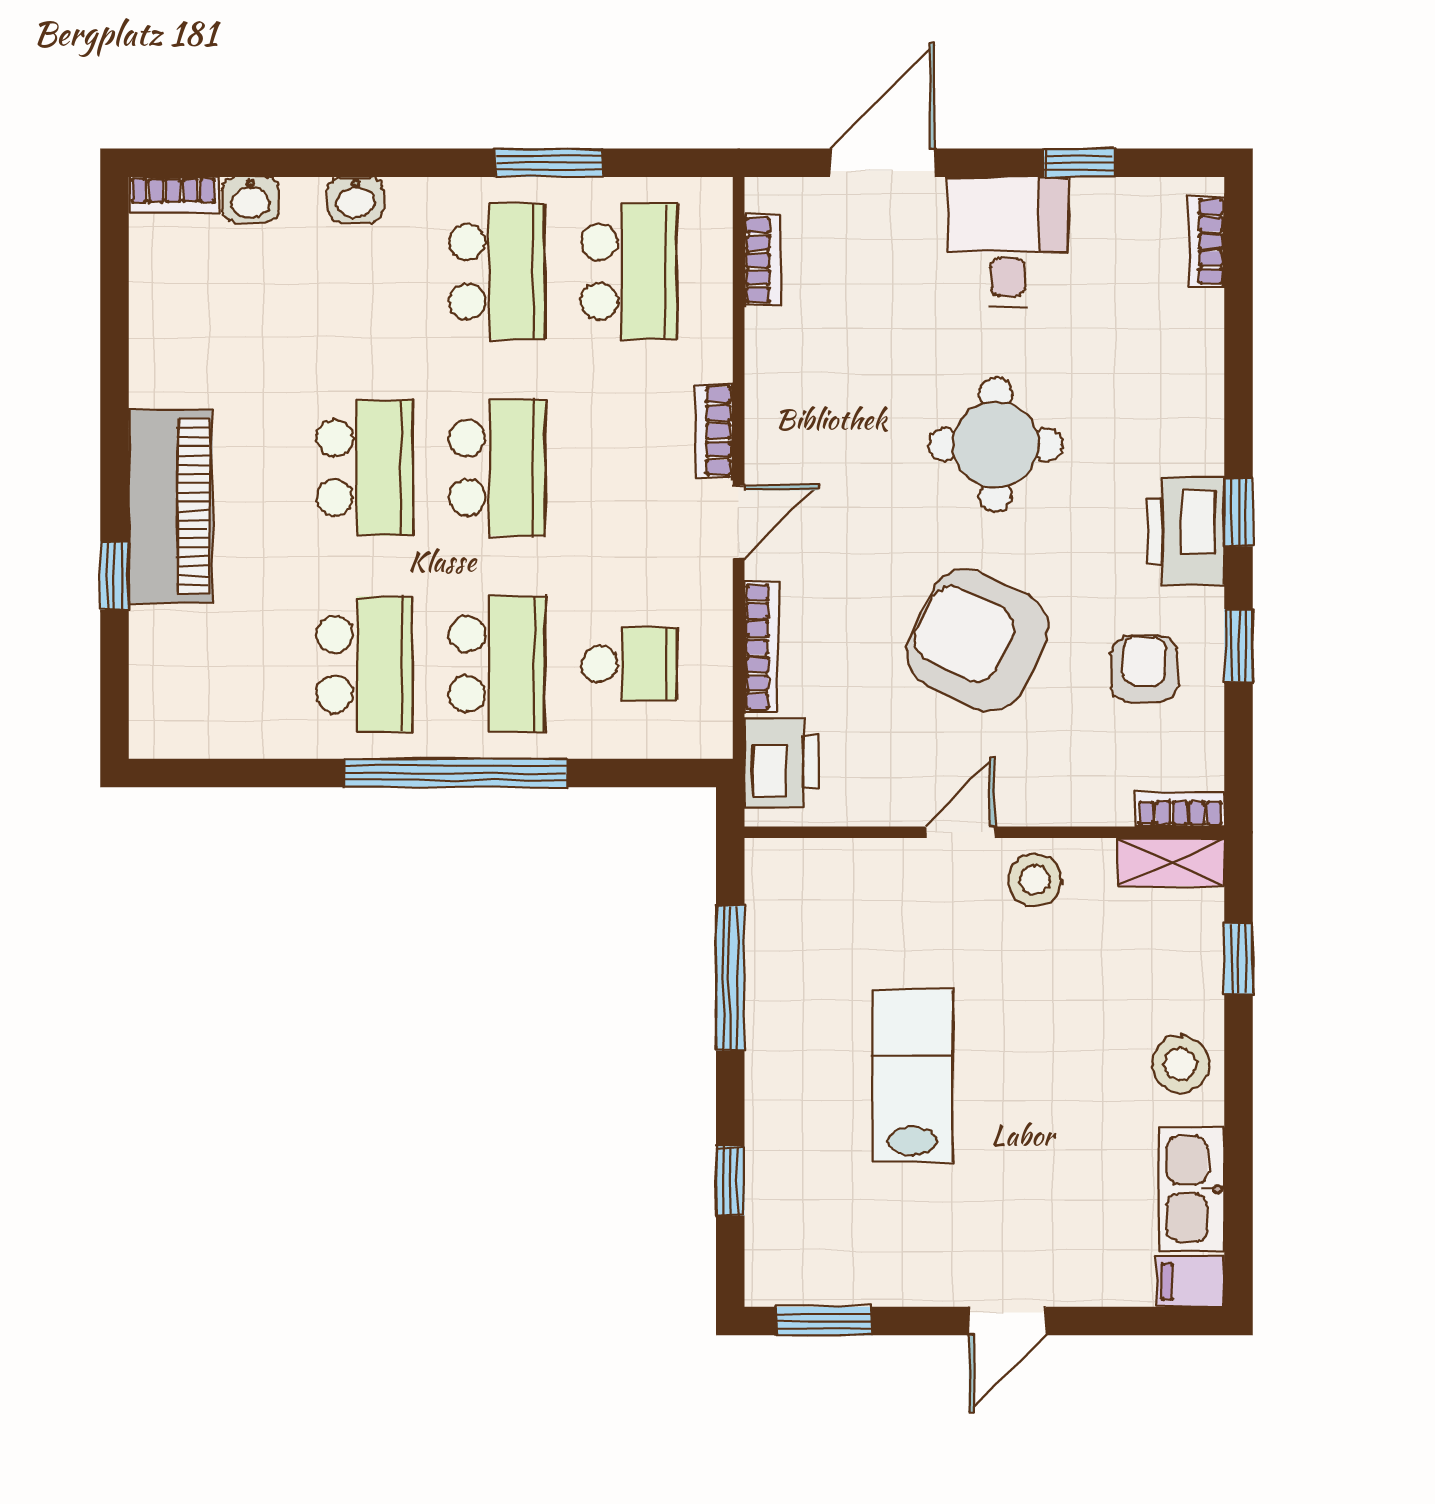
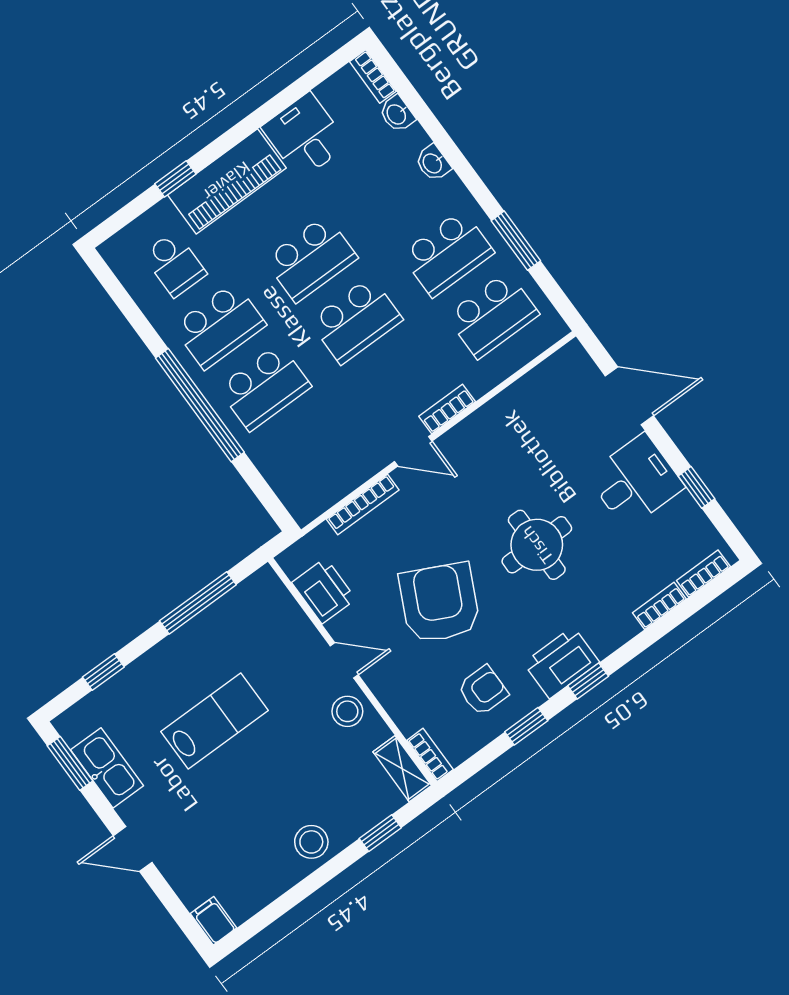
bookcase: (762, 260) -> (659, 606), moved, turned 180
desk: (187, 351) -> (305, 136), added
school desk: (629, 664) -> (174, 264), moved
printer: (781, 762) -> (324, 591), moved, turned -90
kitchen sink: (1192, 1189) -> (107, 768), moved, turned 90

